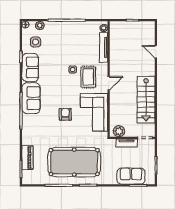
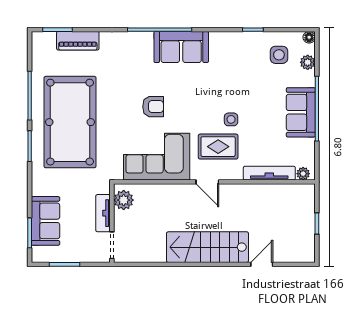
sofa: (30, 67) -> (301, 112), moved, turned 90
stairs: (146, 100) -> (207, 247), moved

